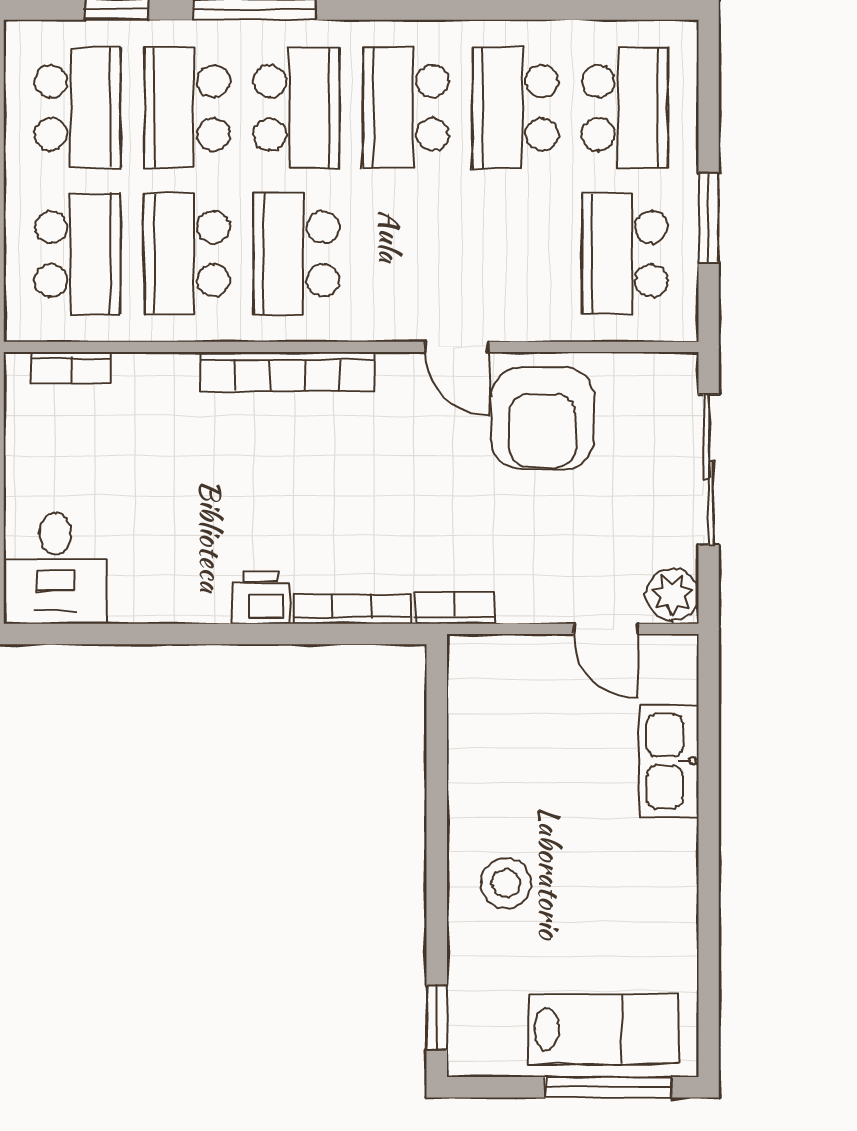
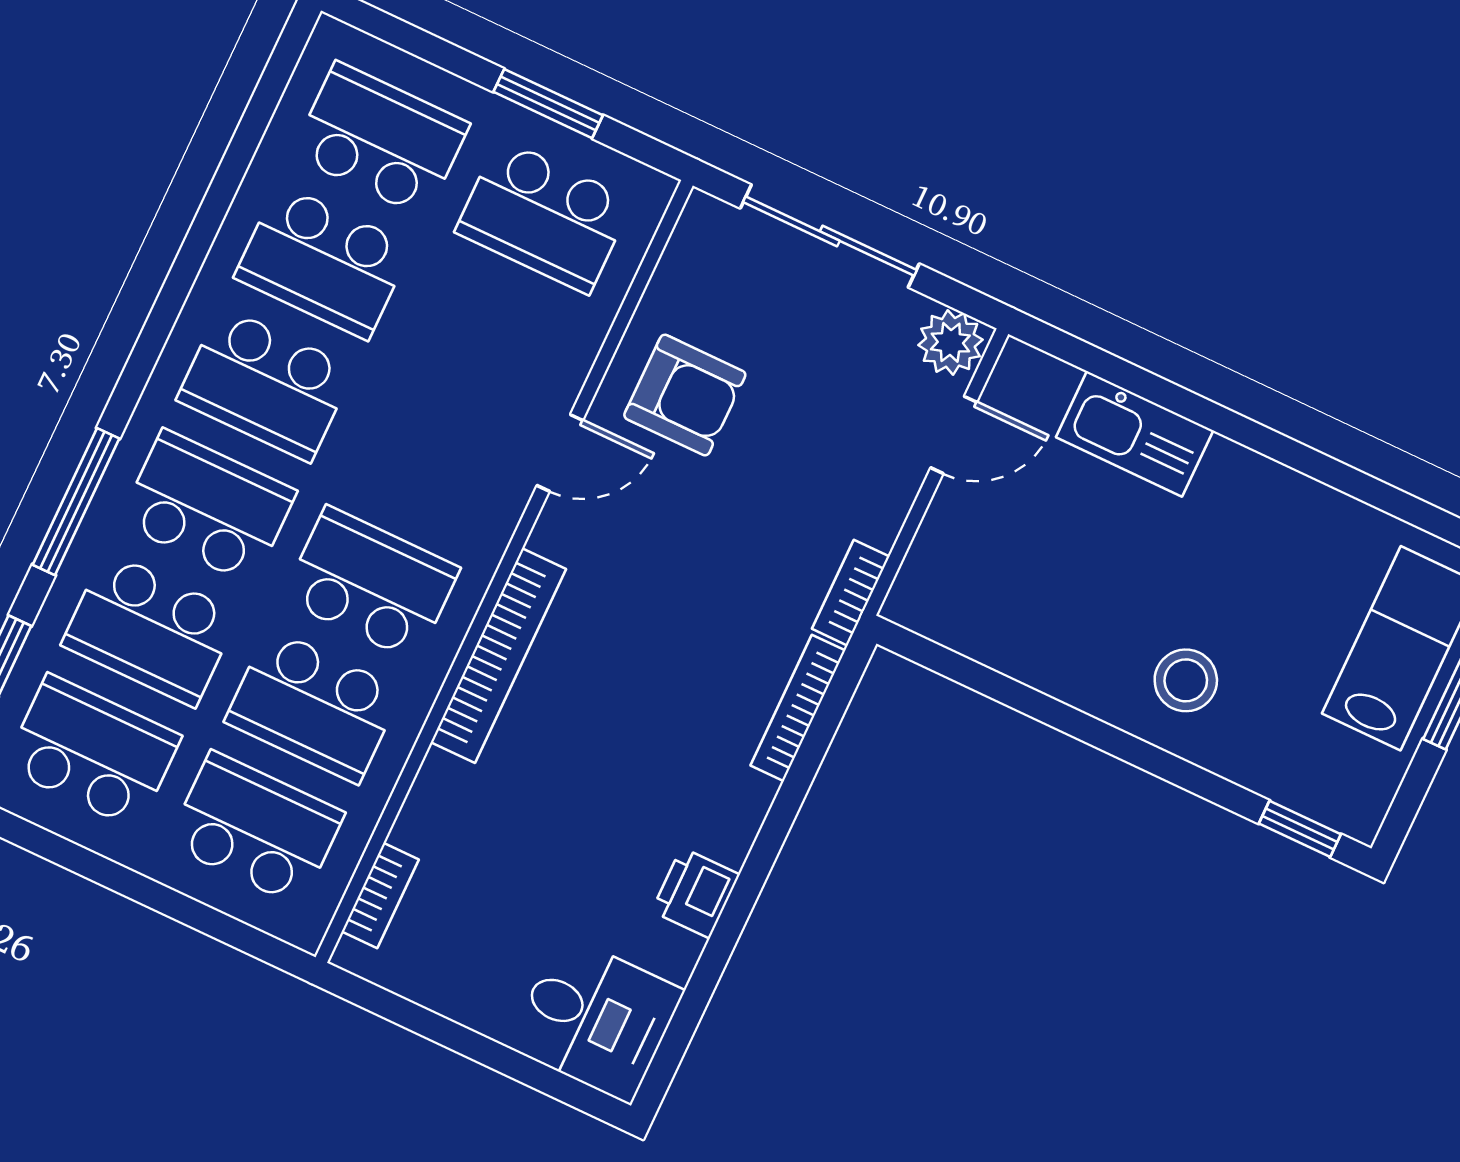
school desk: (296, 254) -> (371, 584), turned 180
armchair: (542, 418) -> (685, 395), width x0.73, depth x0.73
printer: (261, 598) -> (696, 893), moved

